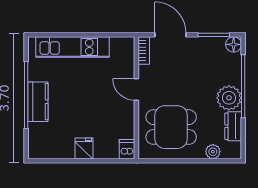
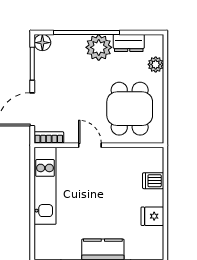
kitchen unit: (72, 47) -> (45, 186), moved
door: (136, 89) -> (90, 145), swing flipped
fridge: (84, 149) -> (152, 216), moved
dishwasher: (127, 149) -> (153, 181), moved

